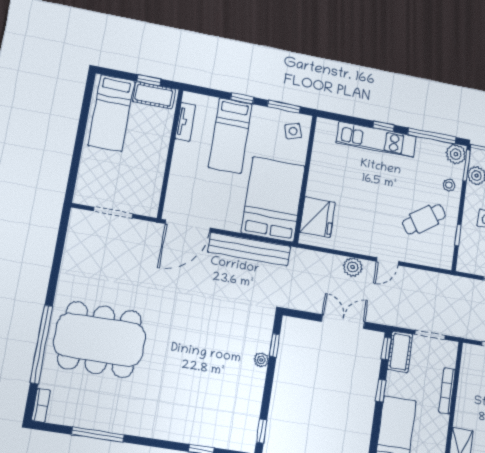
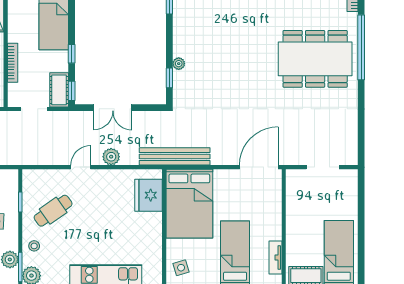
bench: (249, 249) -> (175, 156), moved

